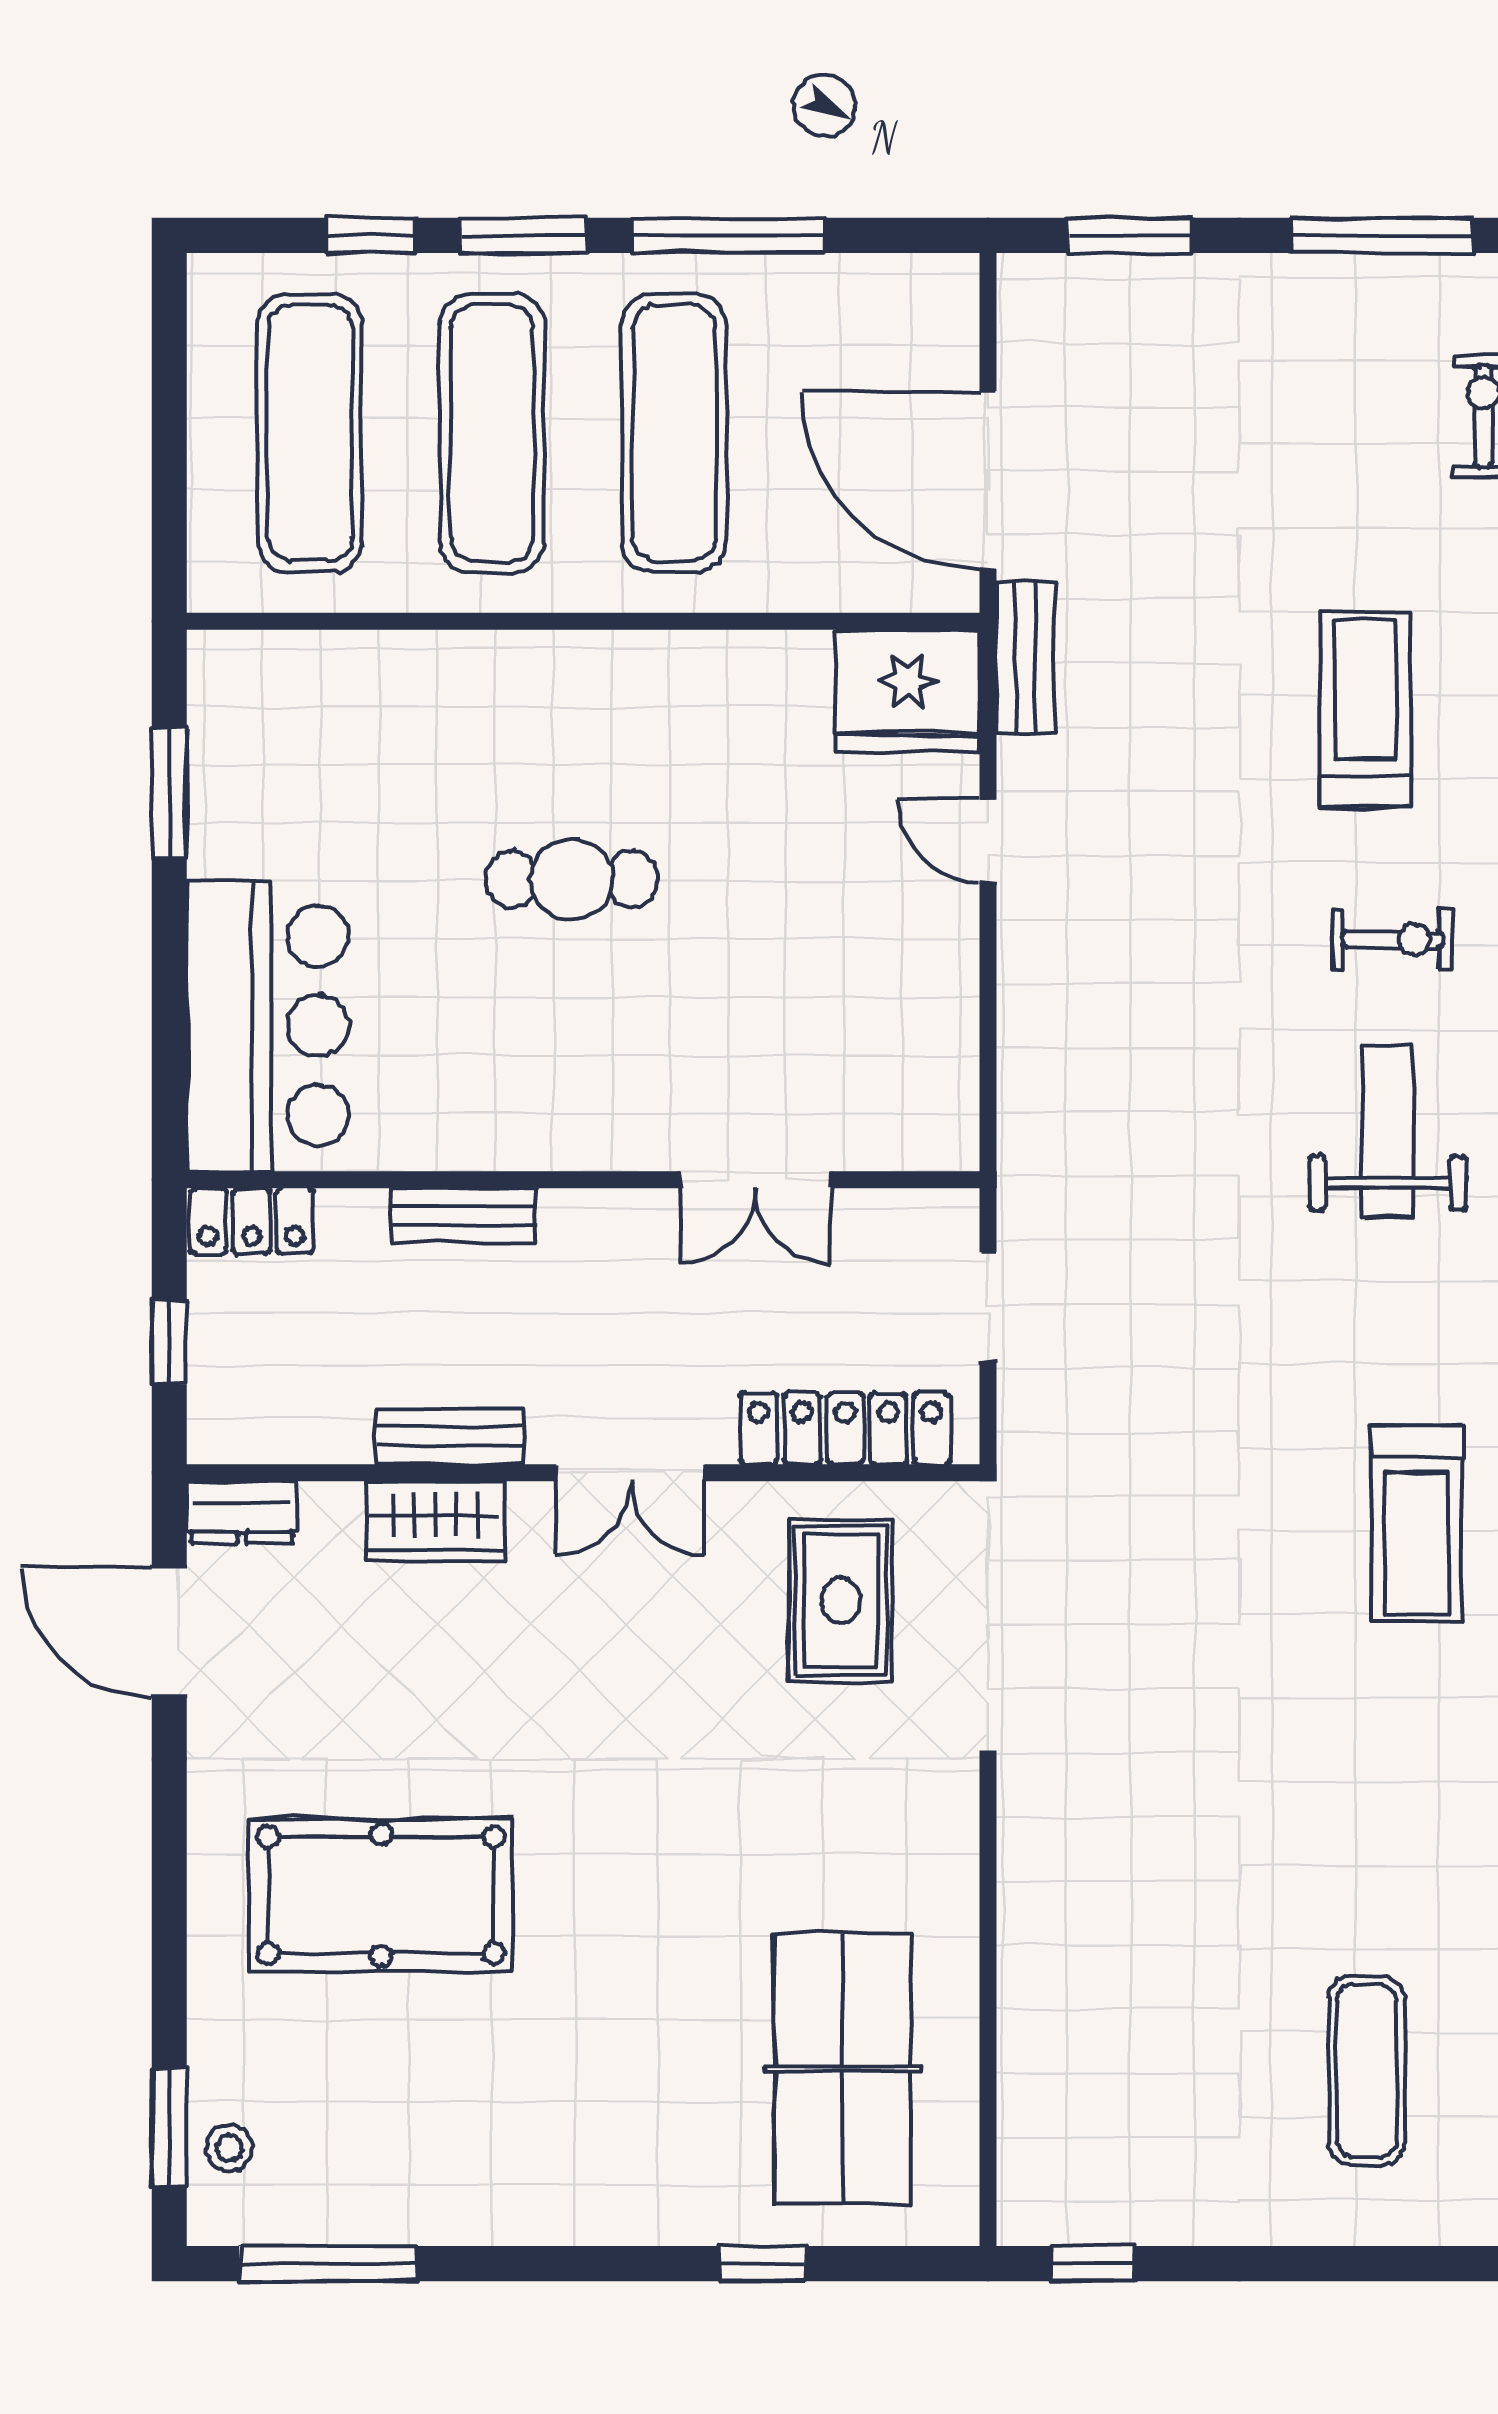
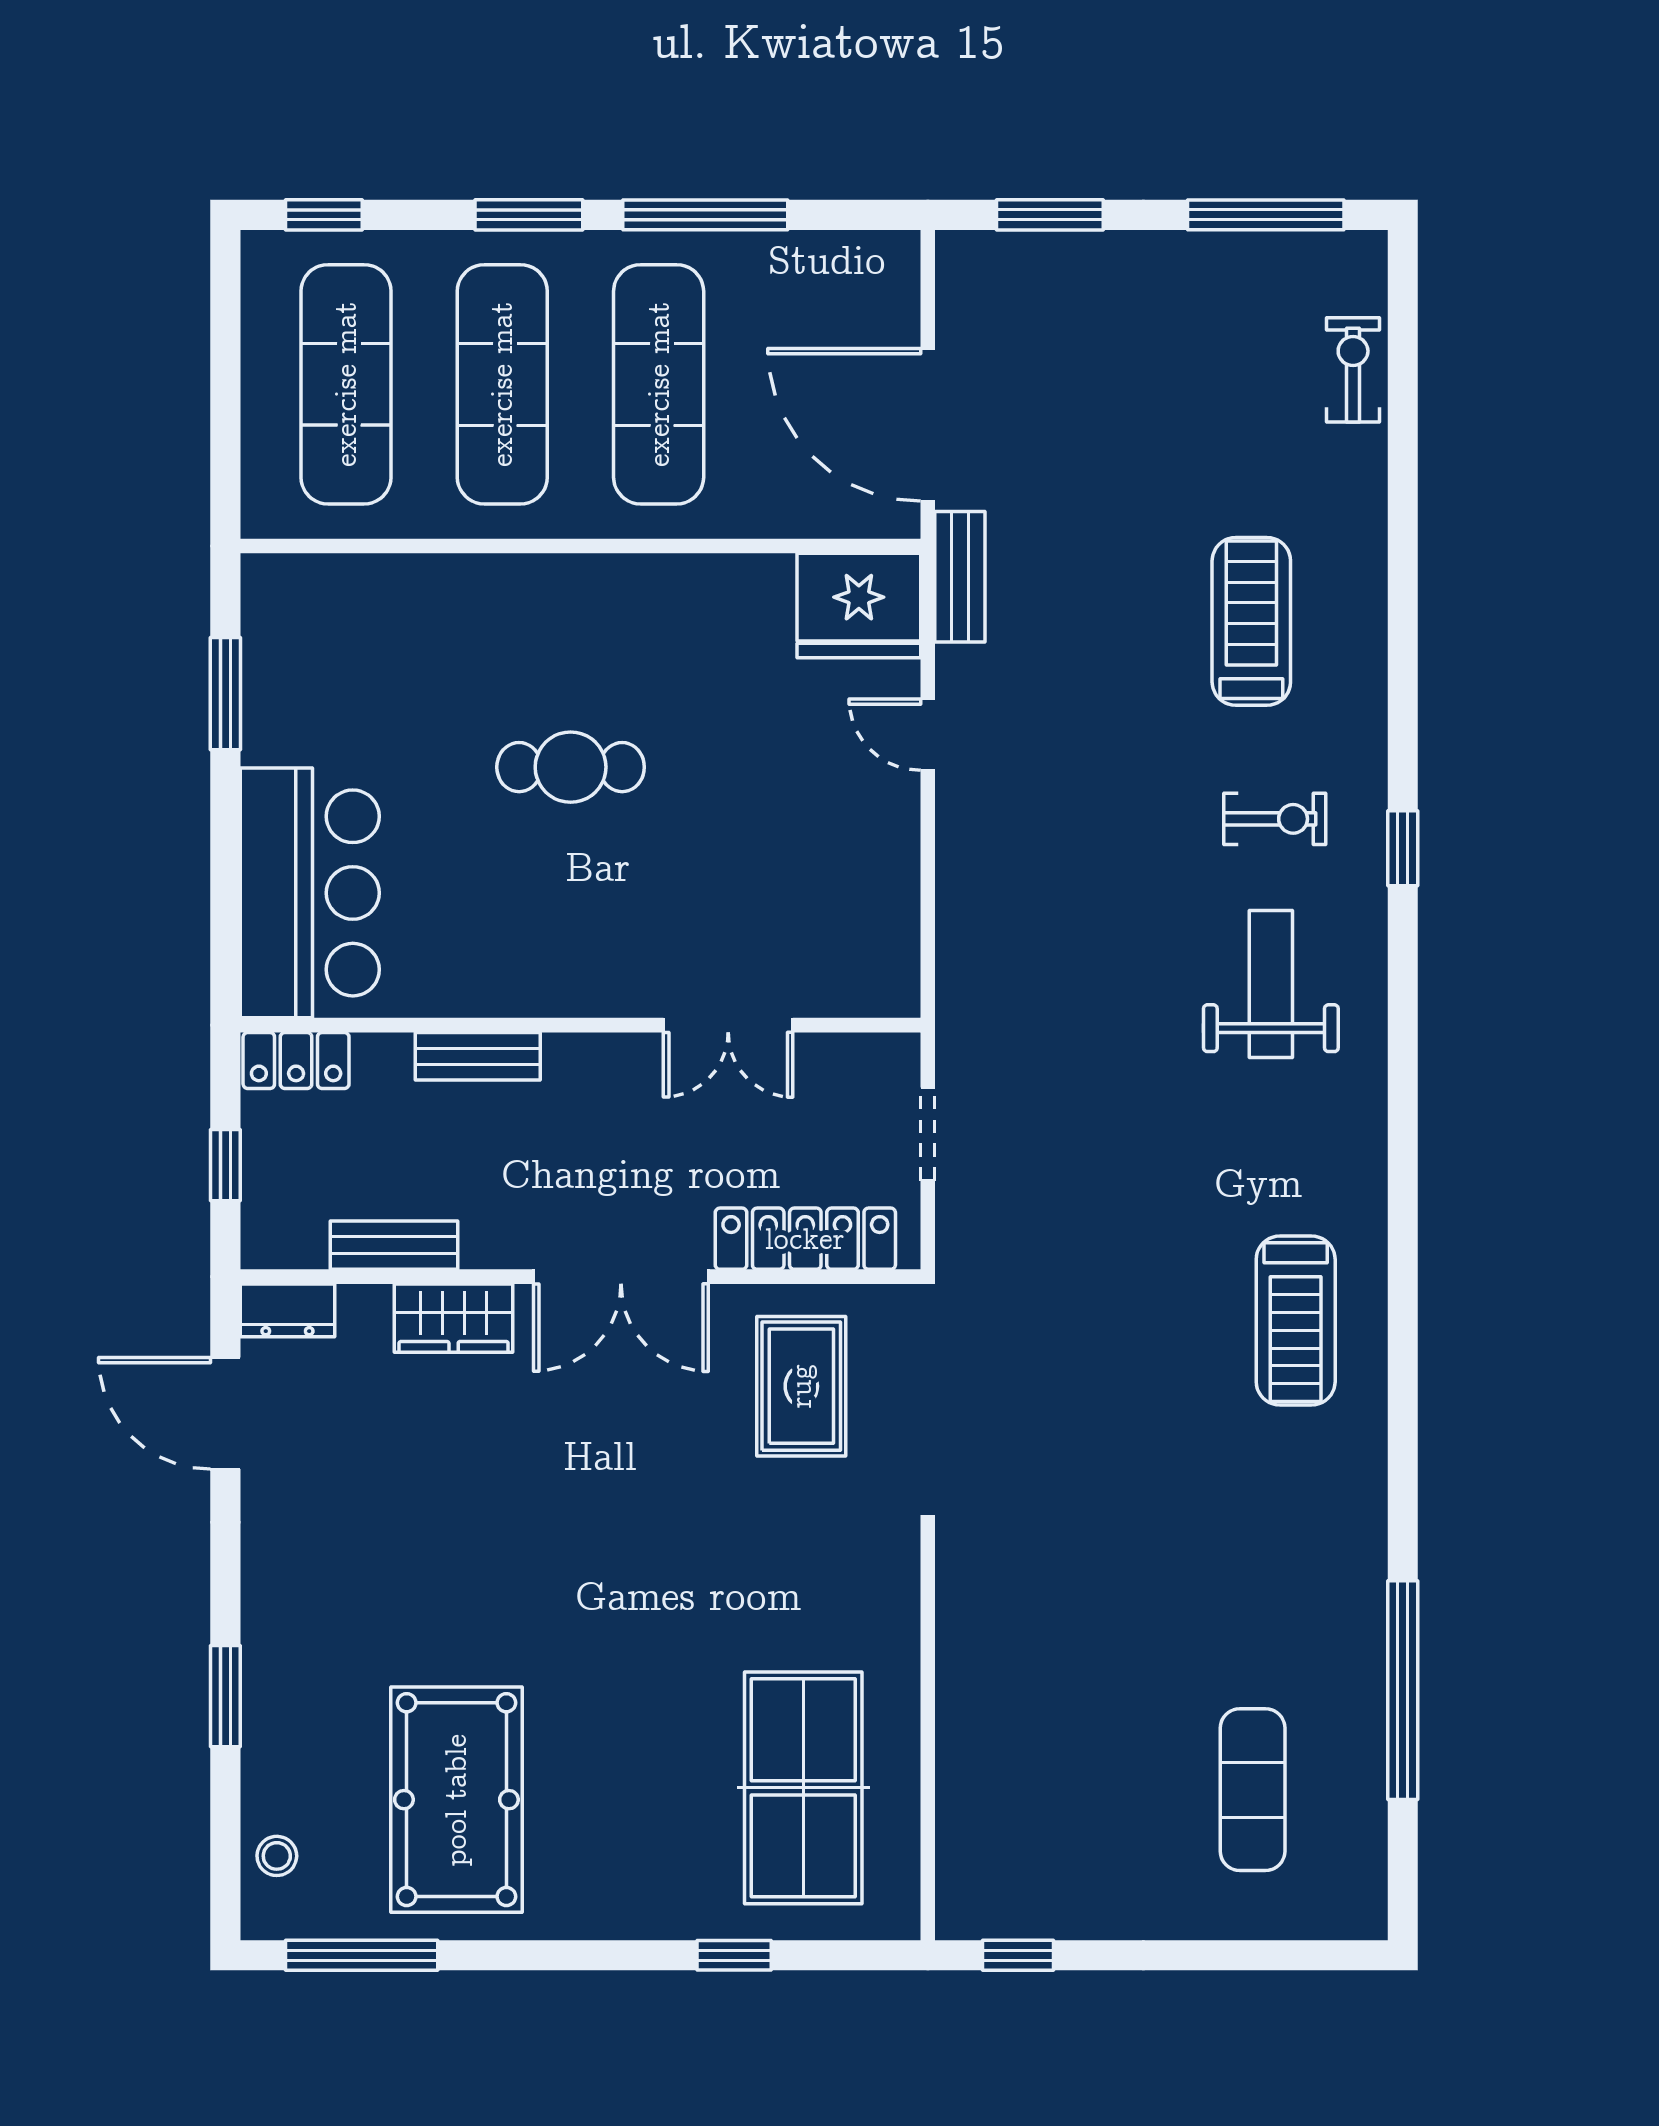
window: (371, 235) -> (324, 215), moved
bench: (450, 1436) -> (394, 1245), moved
double door: (630, 1473) -> (621, 1277), width x1.37
pool table: (381, 1895) -> (456, 1800), moved, turned 90
window: (169, 2128) -> (225, 1696), moved

